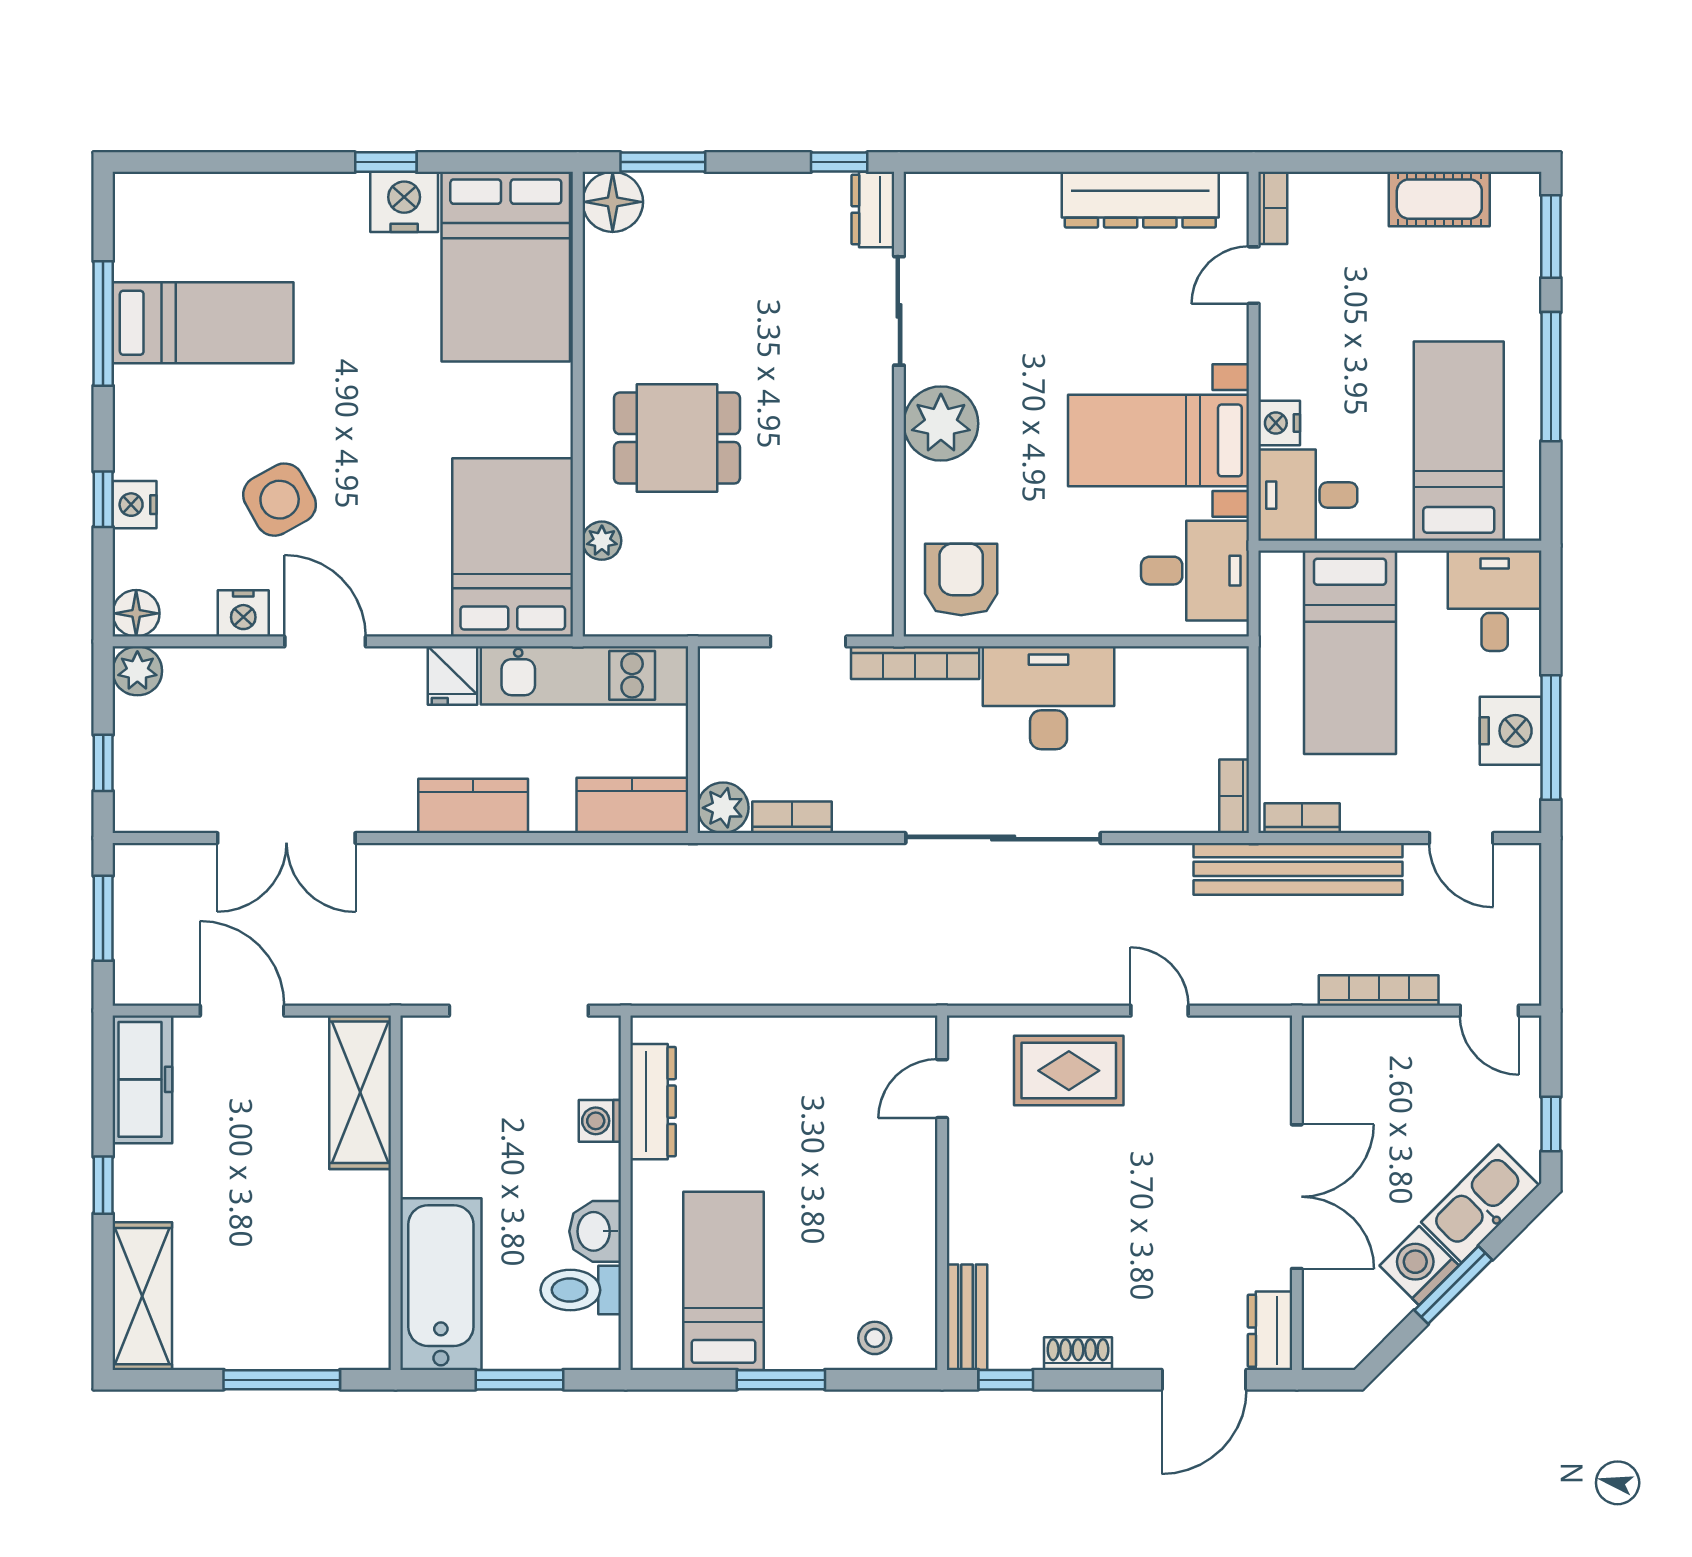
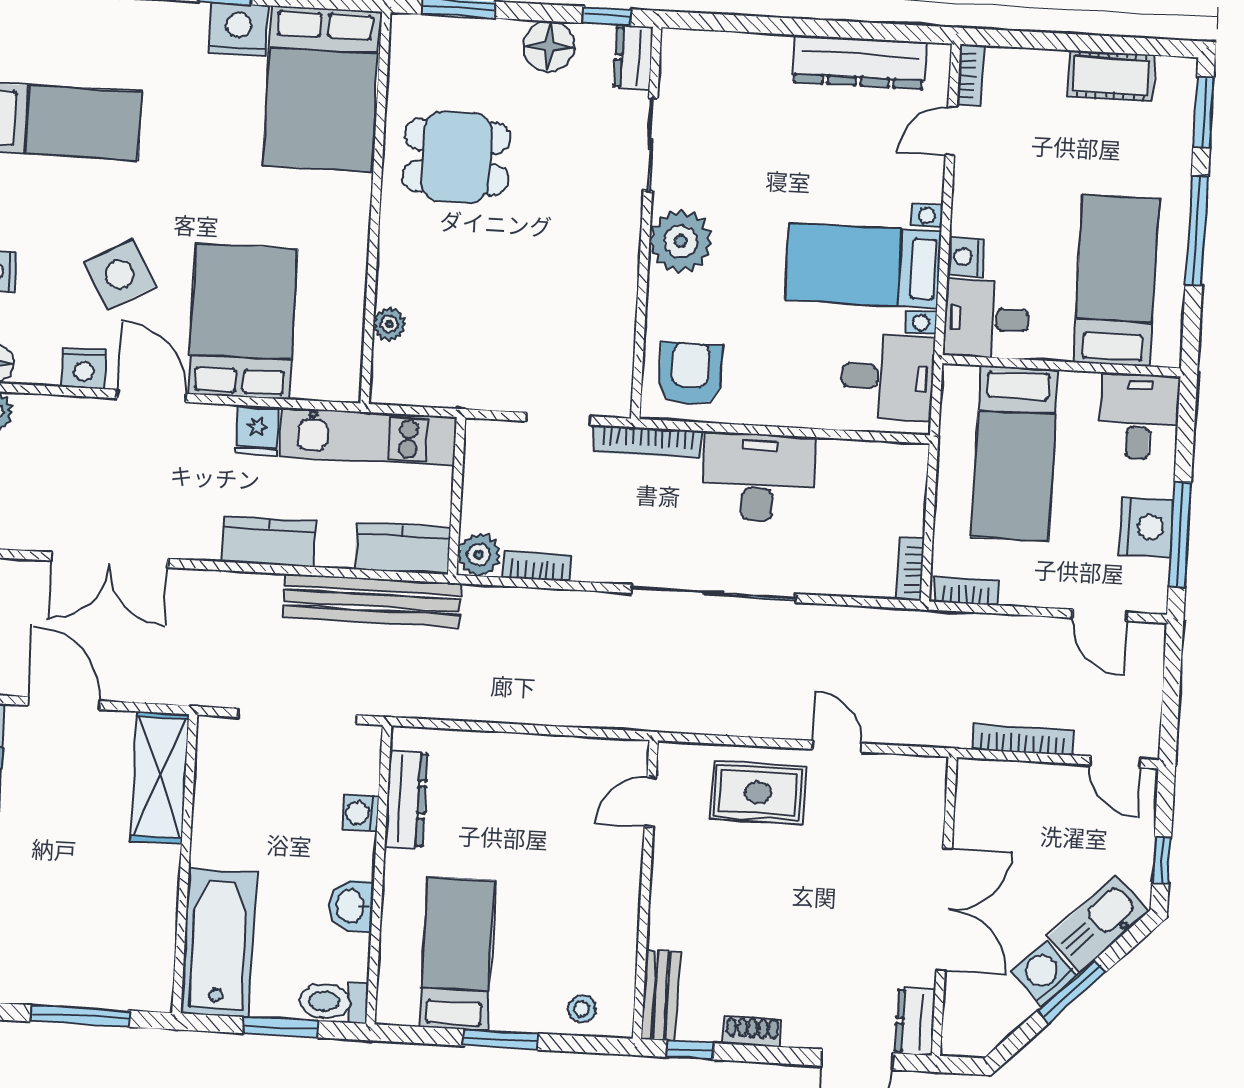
floor lamp: (613, 202) -> (549, 47), moved
dining table: (677, 438) -> (457, 157), moved
bed: (513, 547) -> (243, 322), moved
bench: (1298, 869) -> (372, 600), moved
toilet: (581, 1290) -> (334, 1001), moved

